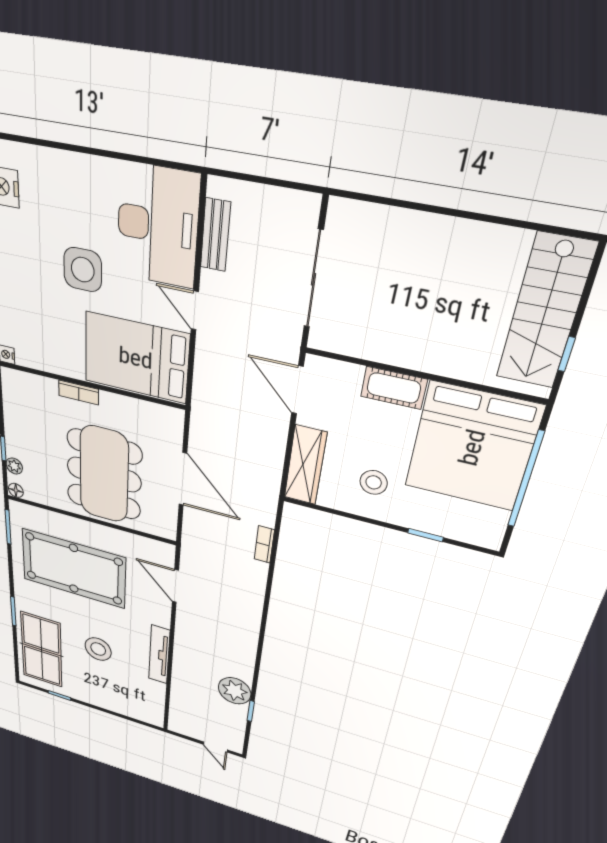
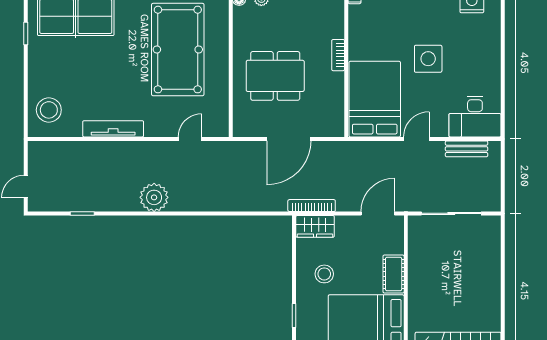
desk: (158, 226) -> (475, 117), width x0.73, depth x0.77
wardrobe: (305, 465) -> (315, 226), width x0.67
dining table: (104, 474) -> (275, 76), width x0.73, depth x0.80
bookcase: (264, 544) -> (312, 206), moved, width x1.56
door: (175, 586) -> (190, 139), width x0.73
stool: (98, 649) -> (49, 110), moved
plant: (235, 691) -> (154, 197), moved

